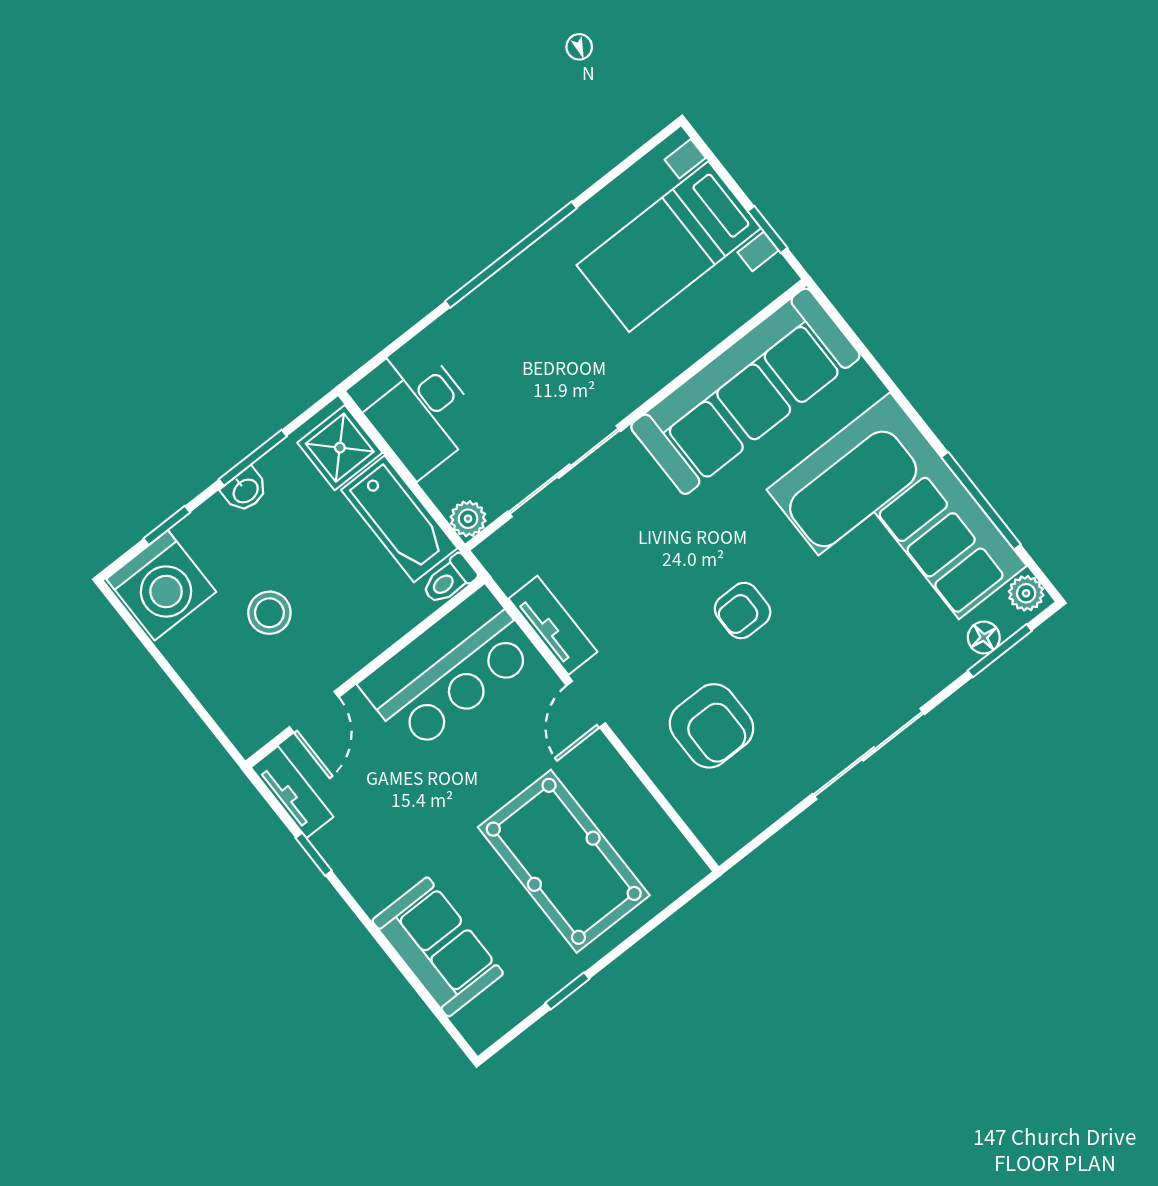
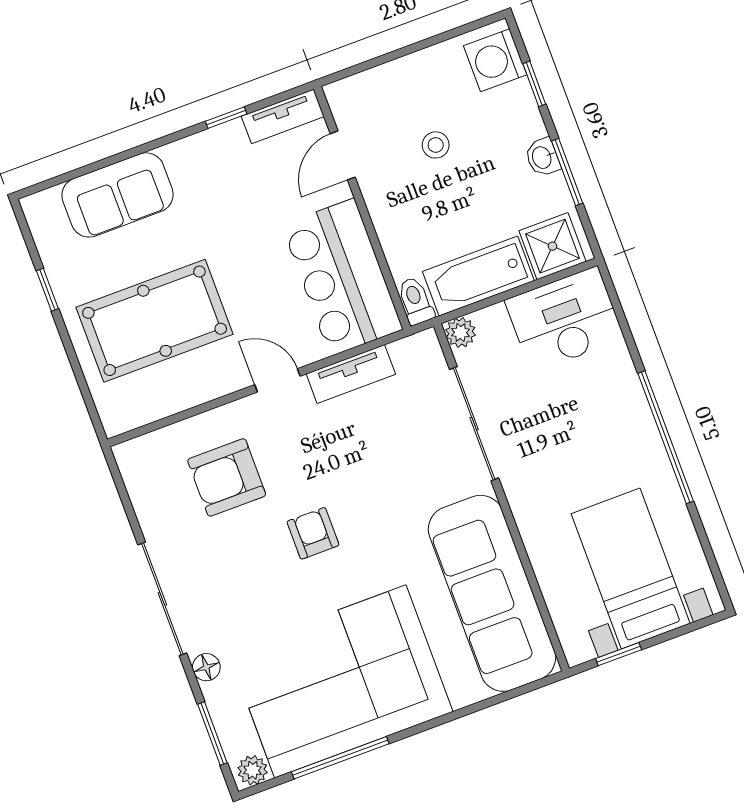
washing machine: (161, 585) -> (495, 60), width x0.73, depth x0.73
stool: (269, 613) -> (436, 145), width x0.73, depth x0.73
floor lamp: (984, 637) -> (206, 667), moved
door: (314, 712) -> (343, 155), hinge flipped

